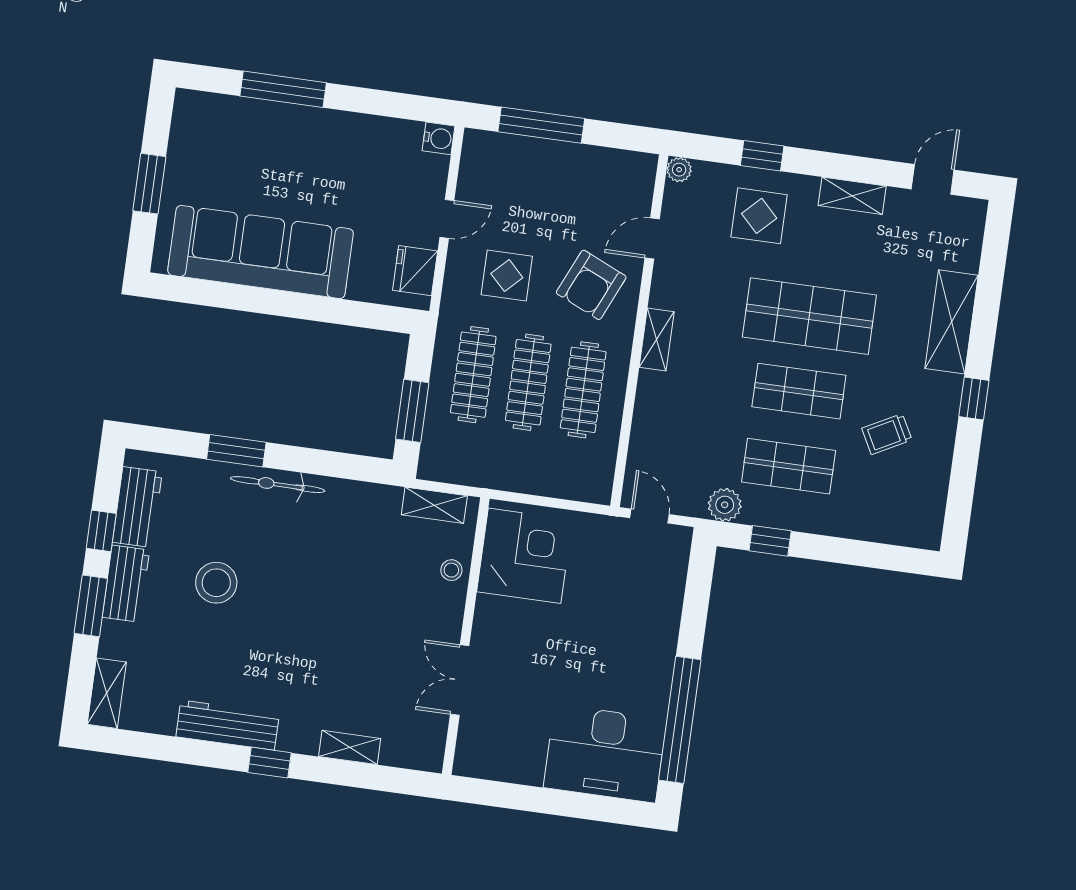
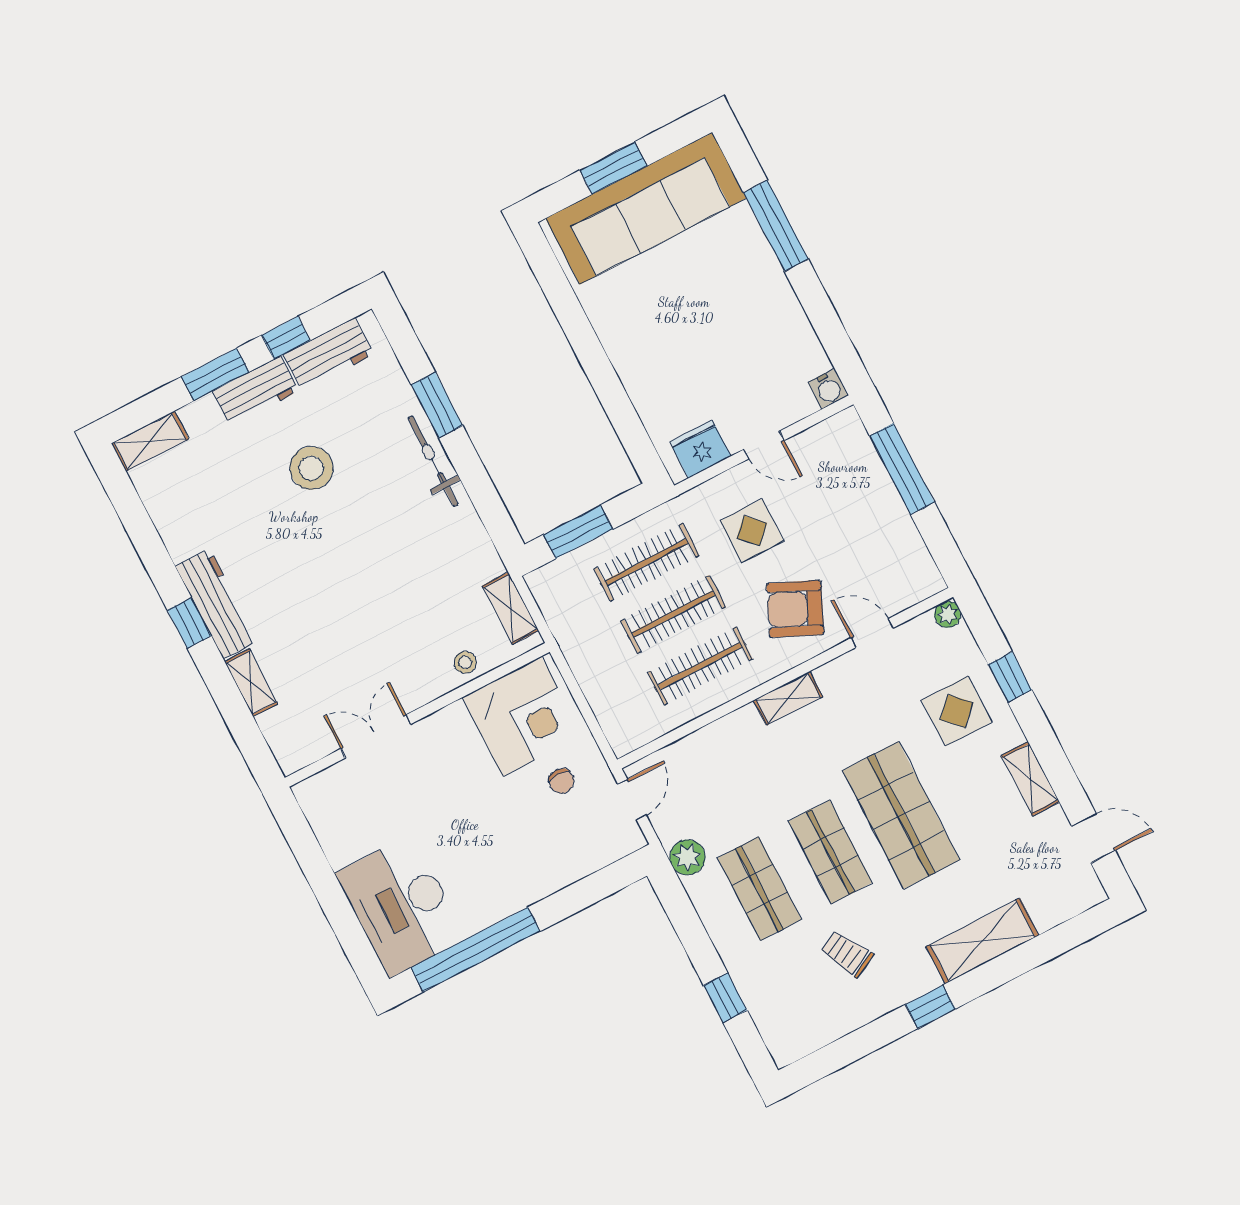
sofa: (261, 252) -> (646, 208), moved, turned 90
window: (770, 541) -> (725, 998), moved
chair: (597, 561) -> (561, 781), added
workbench: (228, 725) -> (216, 604), moved

